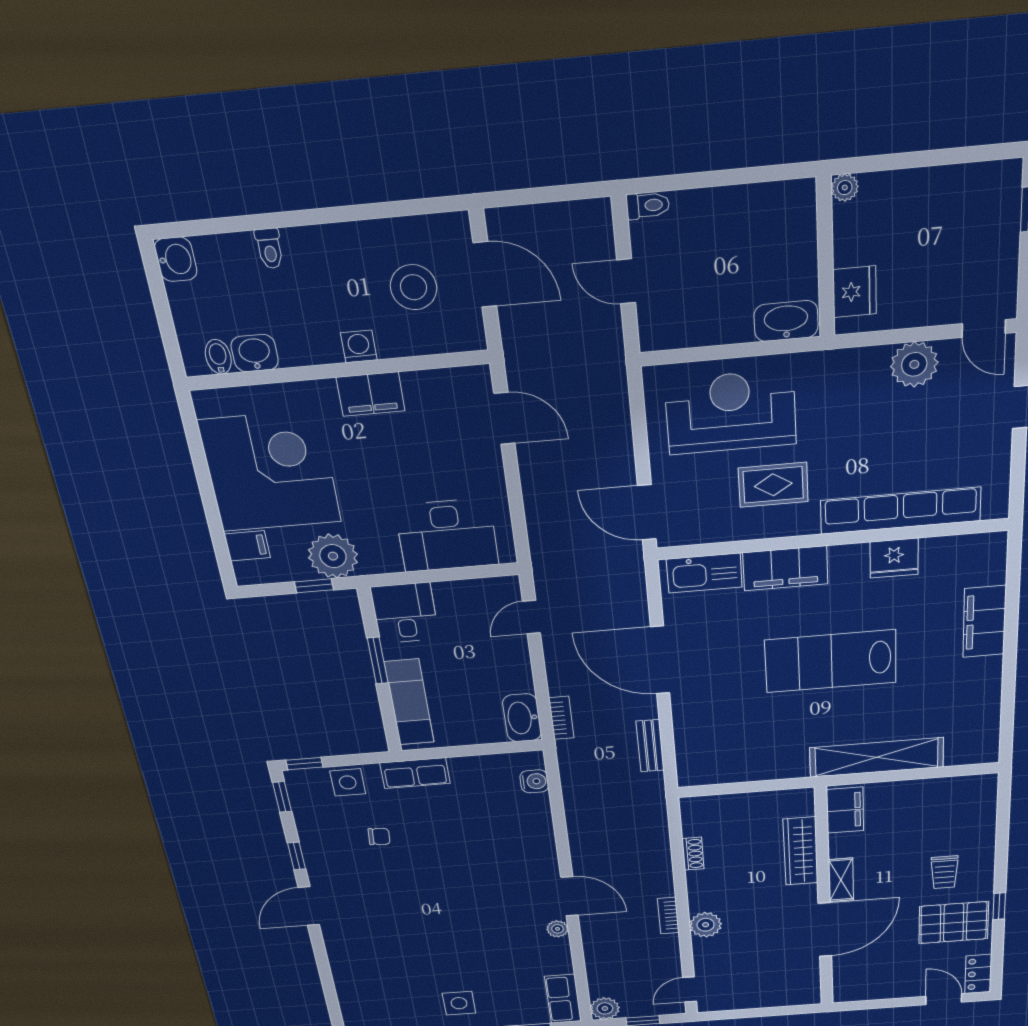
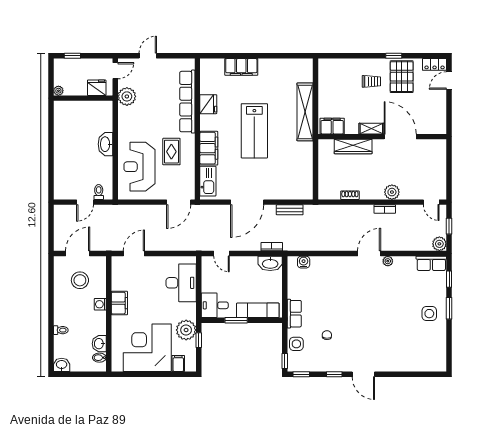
plant: (845, 188) -> (58, 91), moved
toilet: (648, 206) -> (99, 192), moved
wall: (825, 258) -> (83, 98), moved
fridge: (855, 292) -> (97, 88), moved

